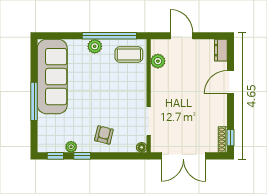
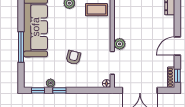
plant: (158, 61) -> (120, 44), moved
door: (231, 82) -> (177, 46), moved
armchair: (104, 135) -> (73, 57), moved

